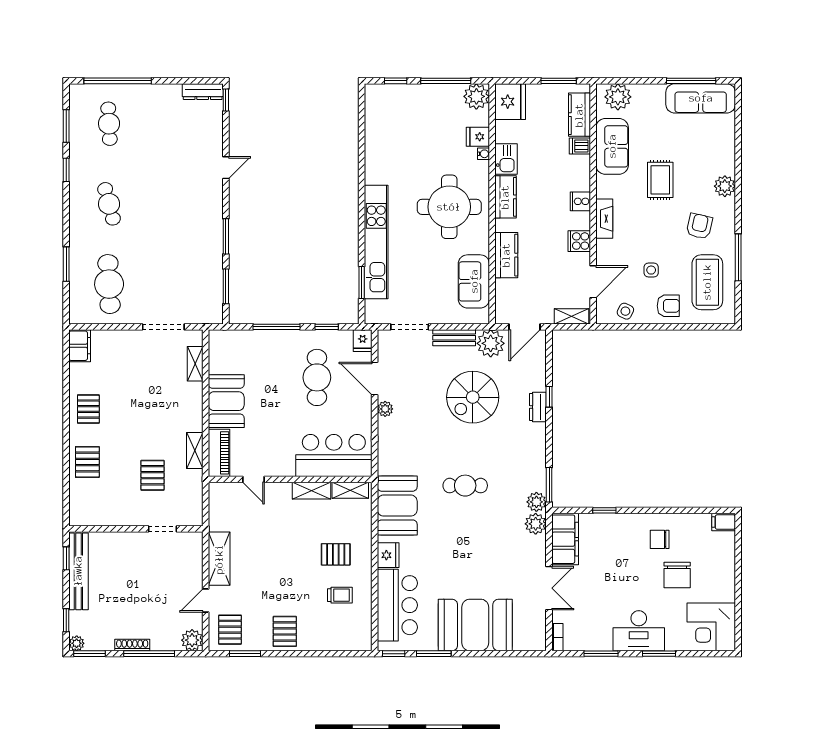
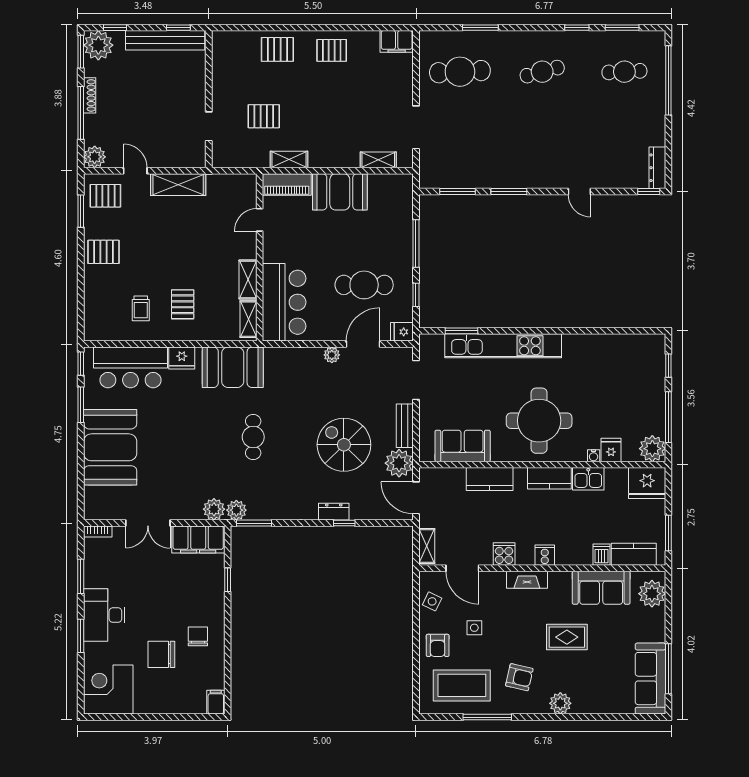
plant: (77, 643) -> (98, 45), width x1.88, depth x1.88

